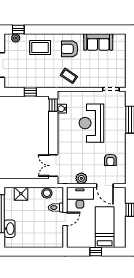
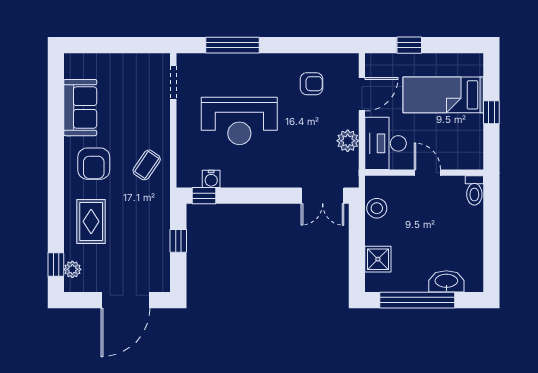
toilet: (56, 208) -> (474, 190), moved

